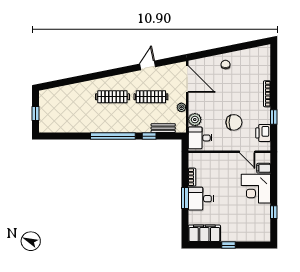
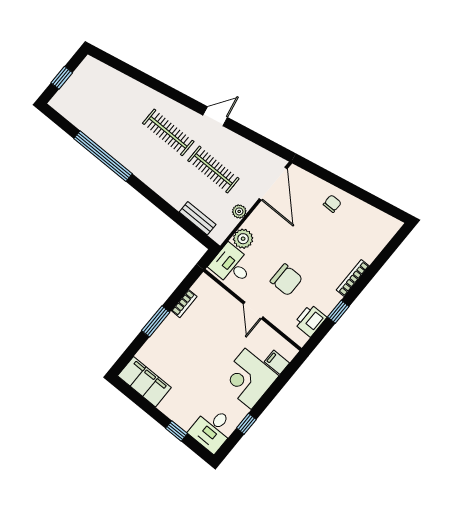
door: (148, 65) -> (215, 116), moved
window: (113, 136) -> (103, 156), moved
window: (149, 136) -> (173, 214), removed
door: (247, 152) -> (253, 310), moved
desk: (201, 199) -> (212, 429), moved, turned -90
window: (228, 245) -> (176, 431), moved

